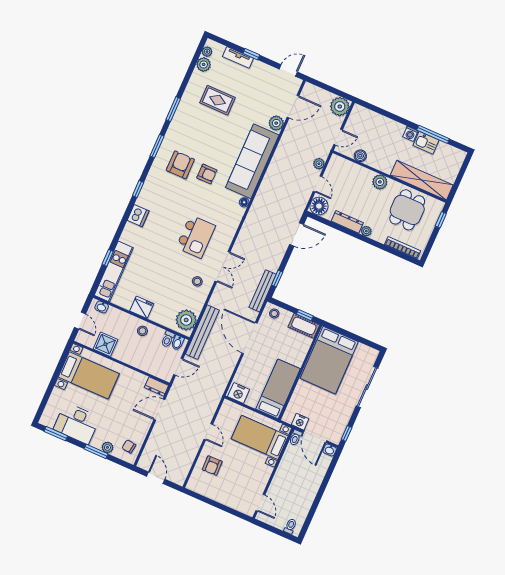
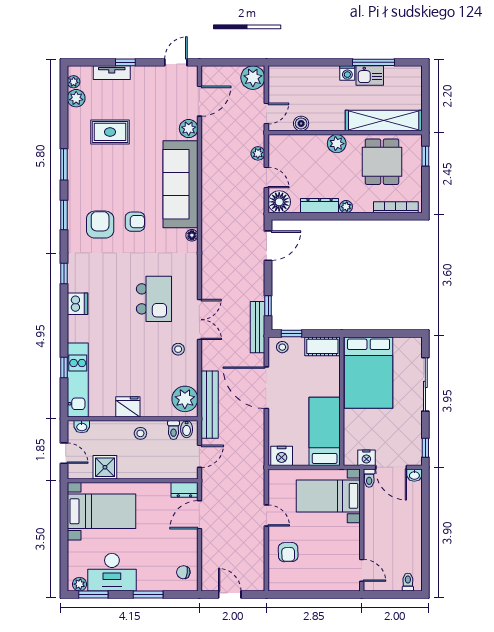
window: (305, 315) -> (291, 333), moved
plant: (107, 447) -> (79, 584), moved

